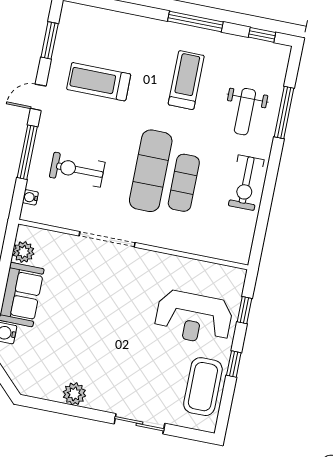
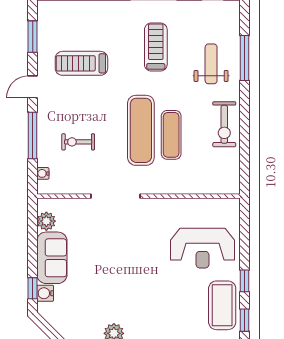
weight bench: (245, 112) -> (211, 64), turned 180
exercise bike: (77, 170) -> (78, 142), width x0.73, depth x0.72
window: (245, 310) -> (245, 320), moved

